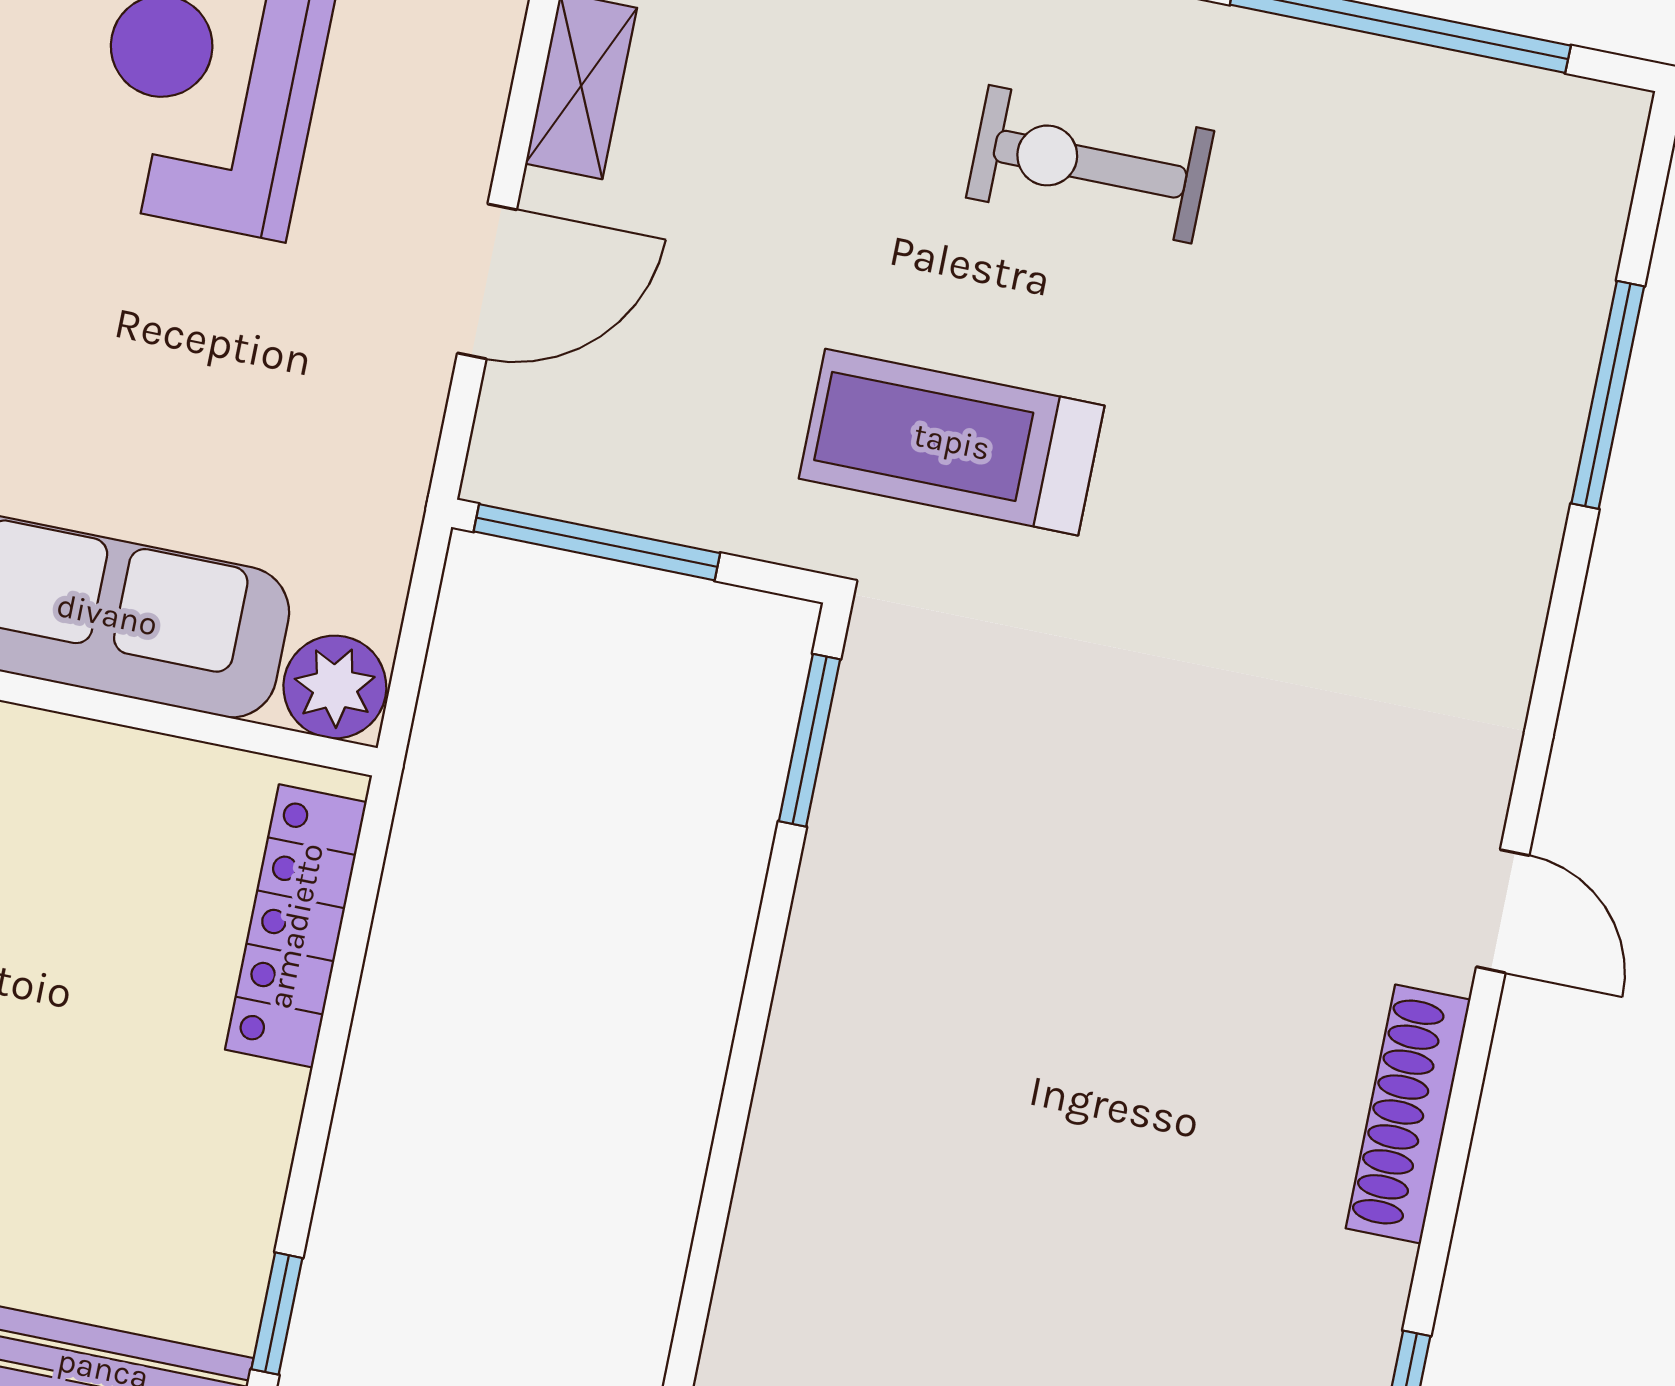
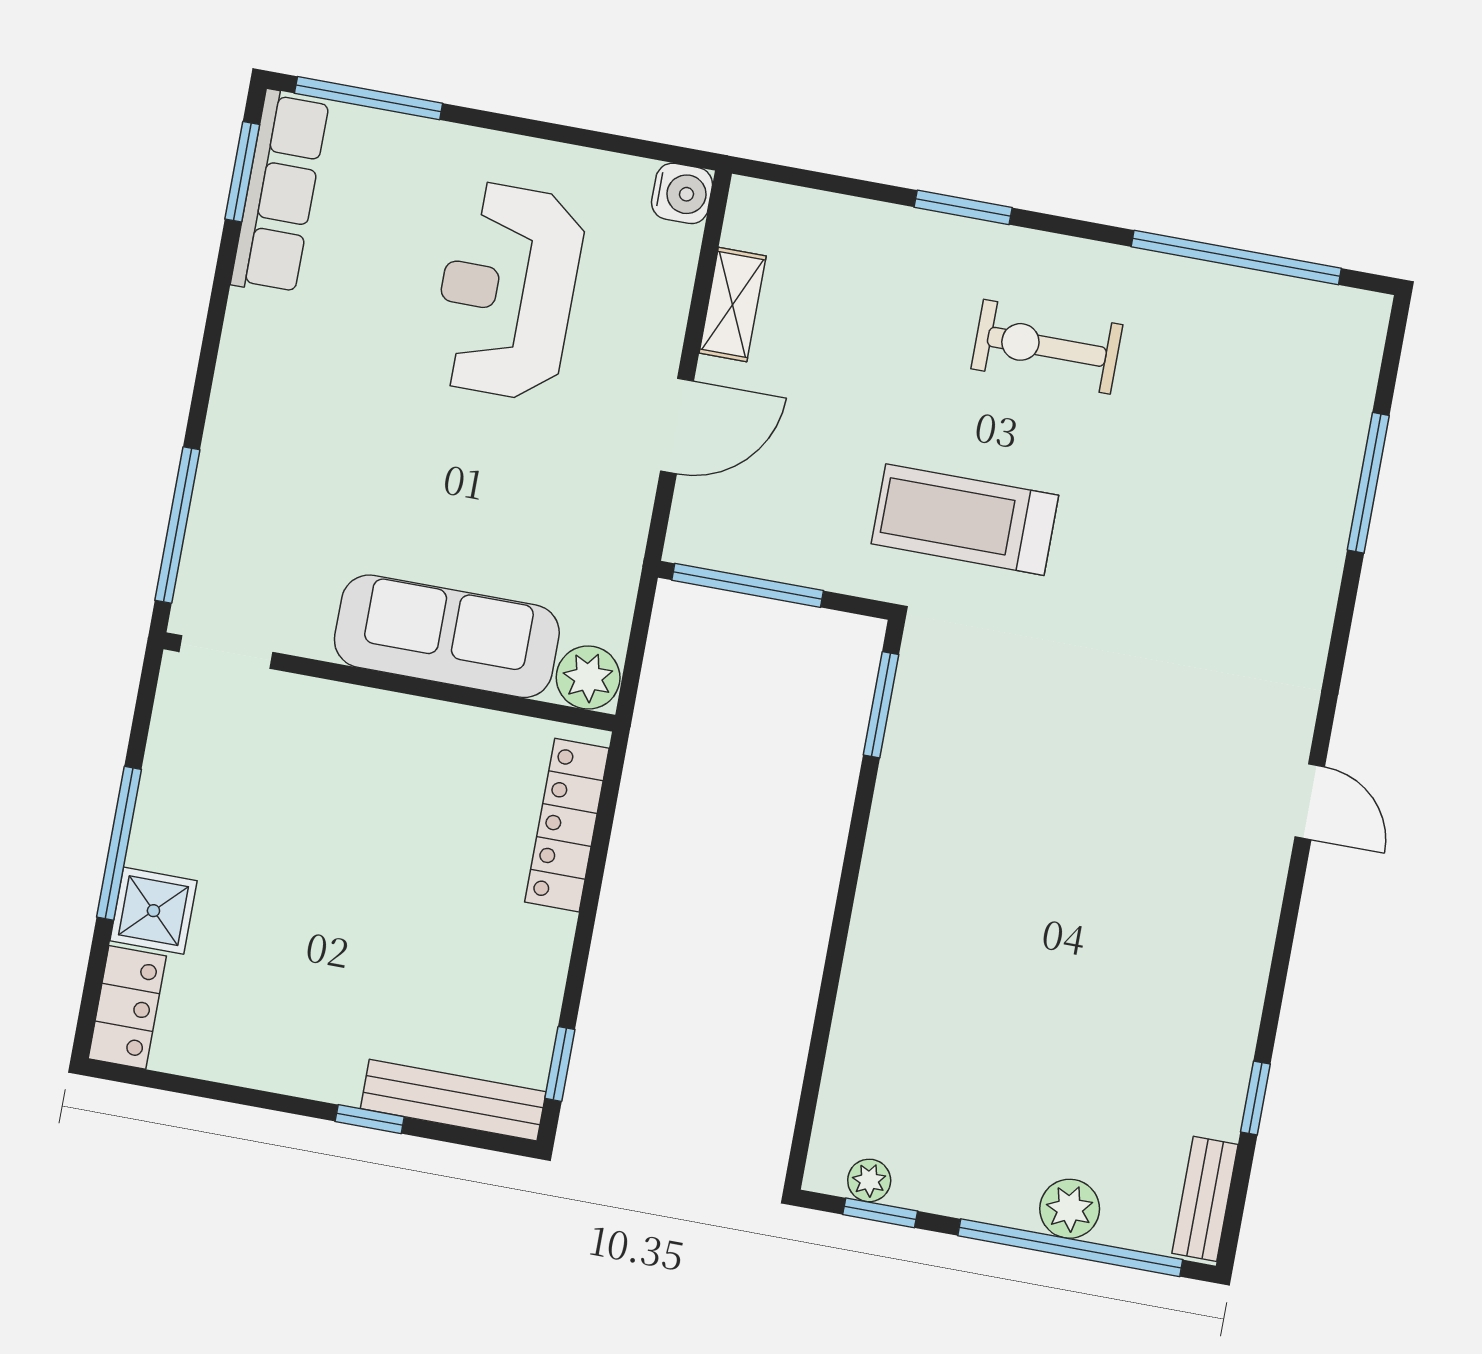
shoe rack: (1408, 1114) -> (1254, 928), removed

